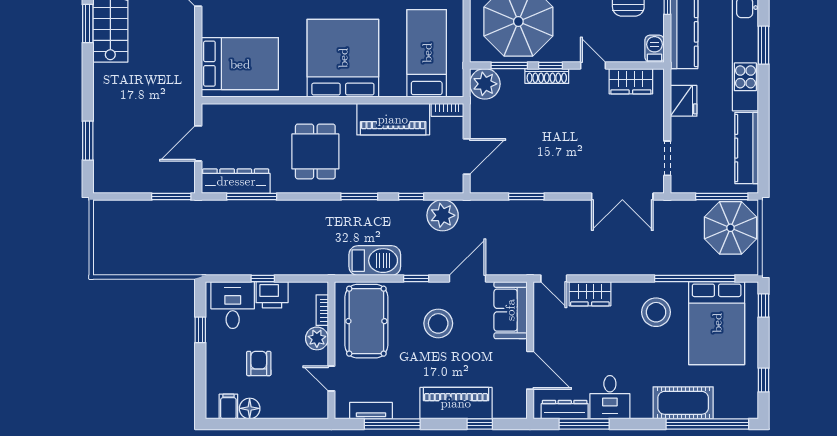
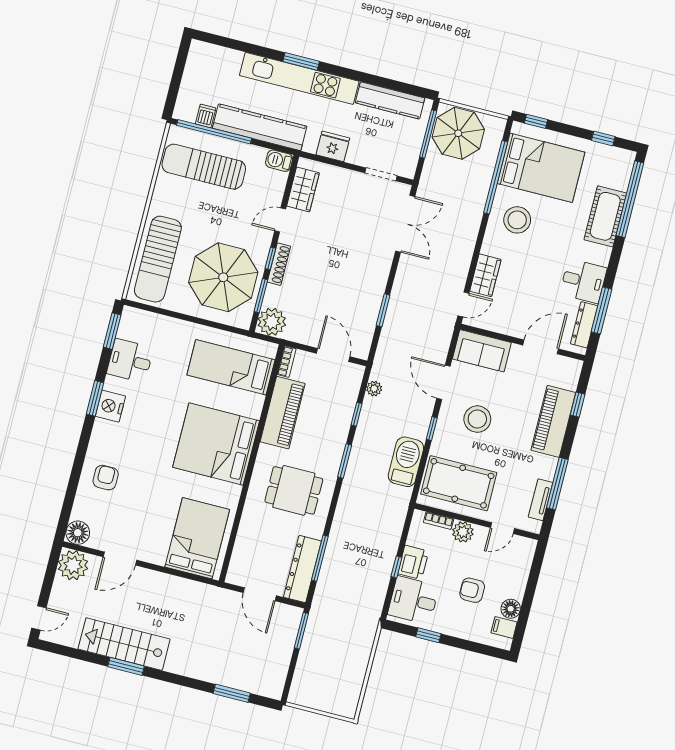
plant: (443, 215) -> (374, 389), width x0.53, depth x0.53

